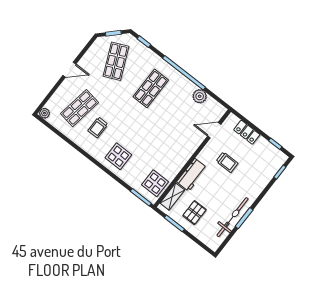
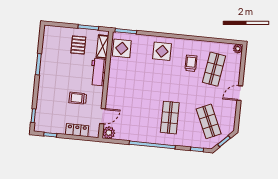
plant: (200, 96) -> (109, 133), moved
bicycle: (233, 217) -> (48, 60), removed

